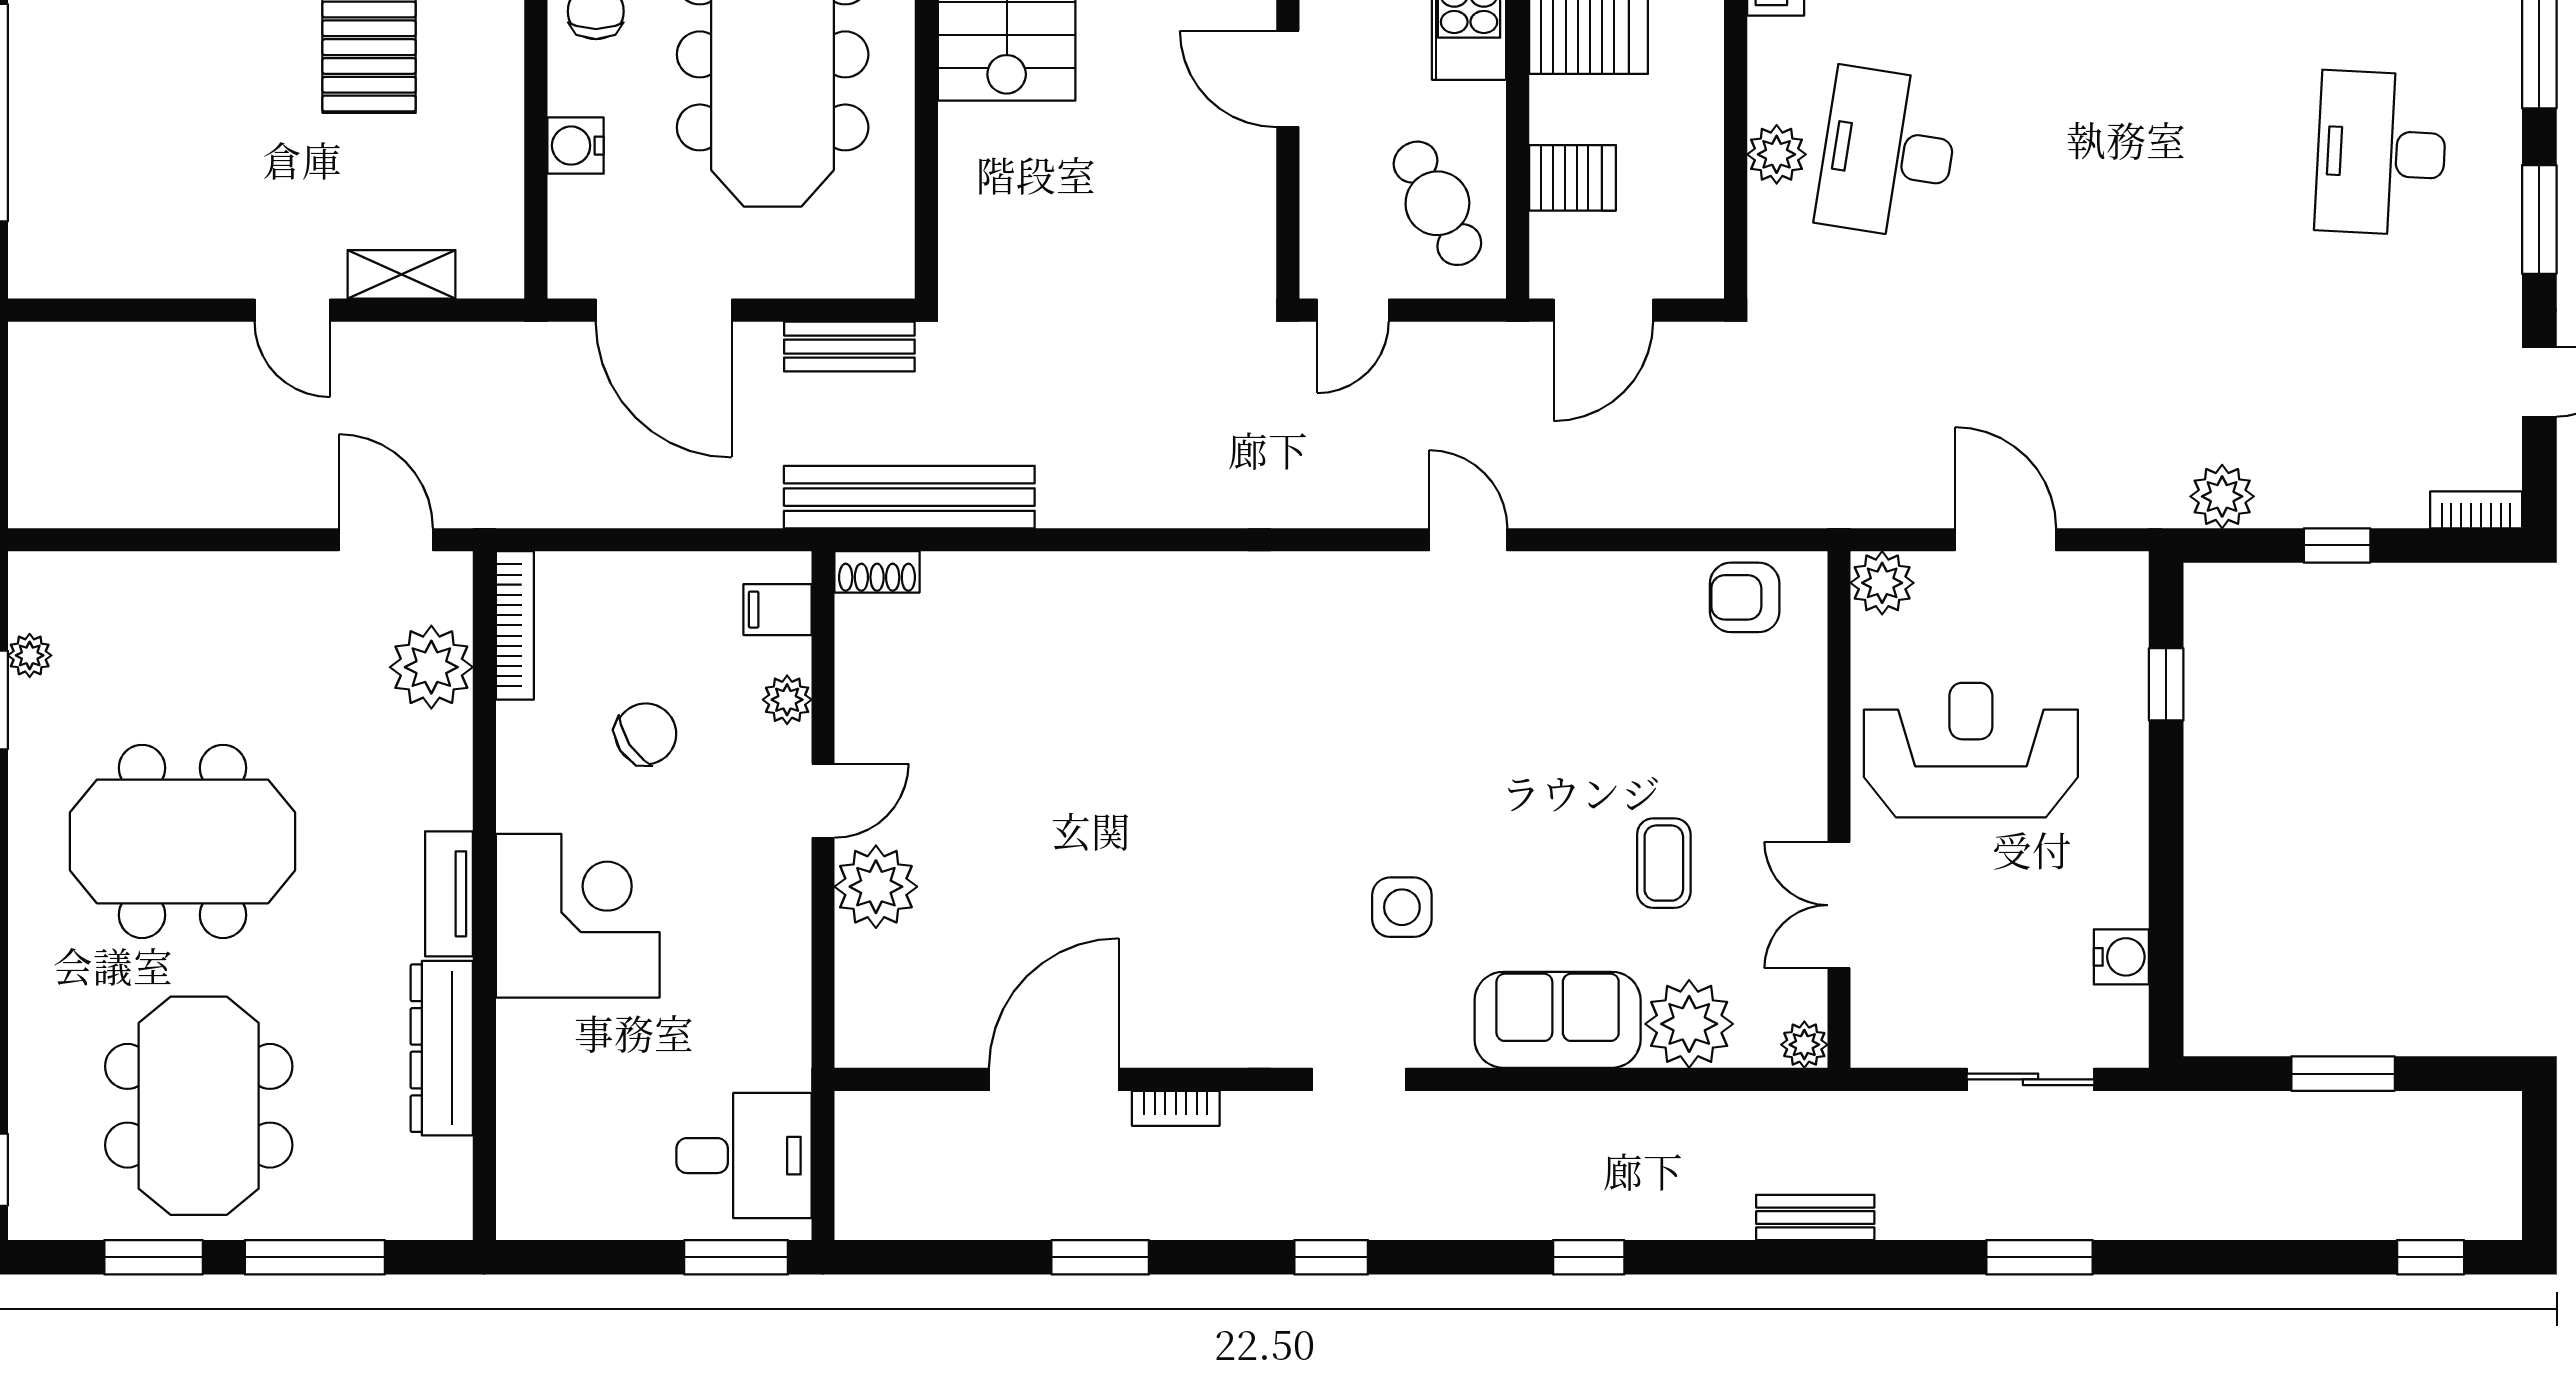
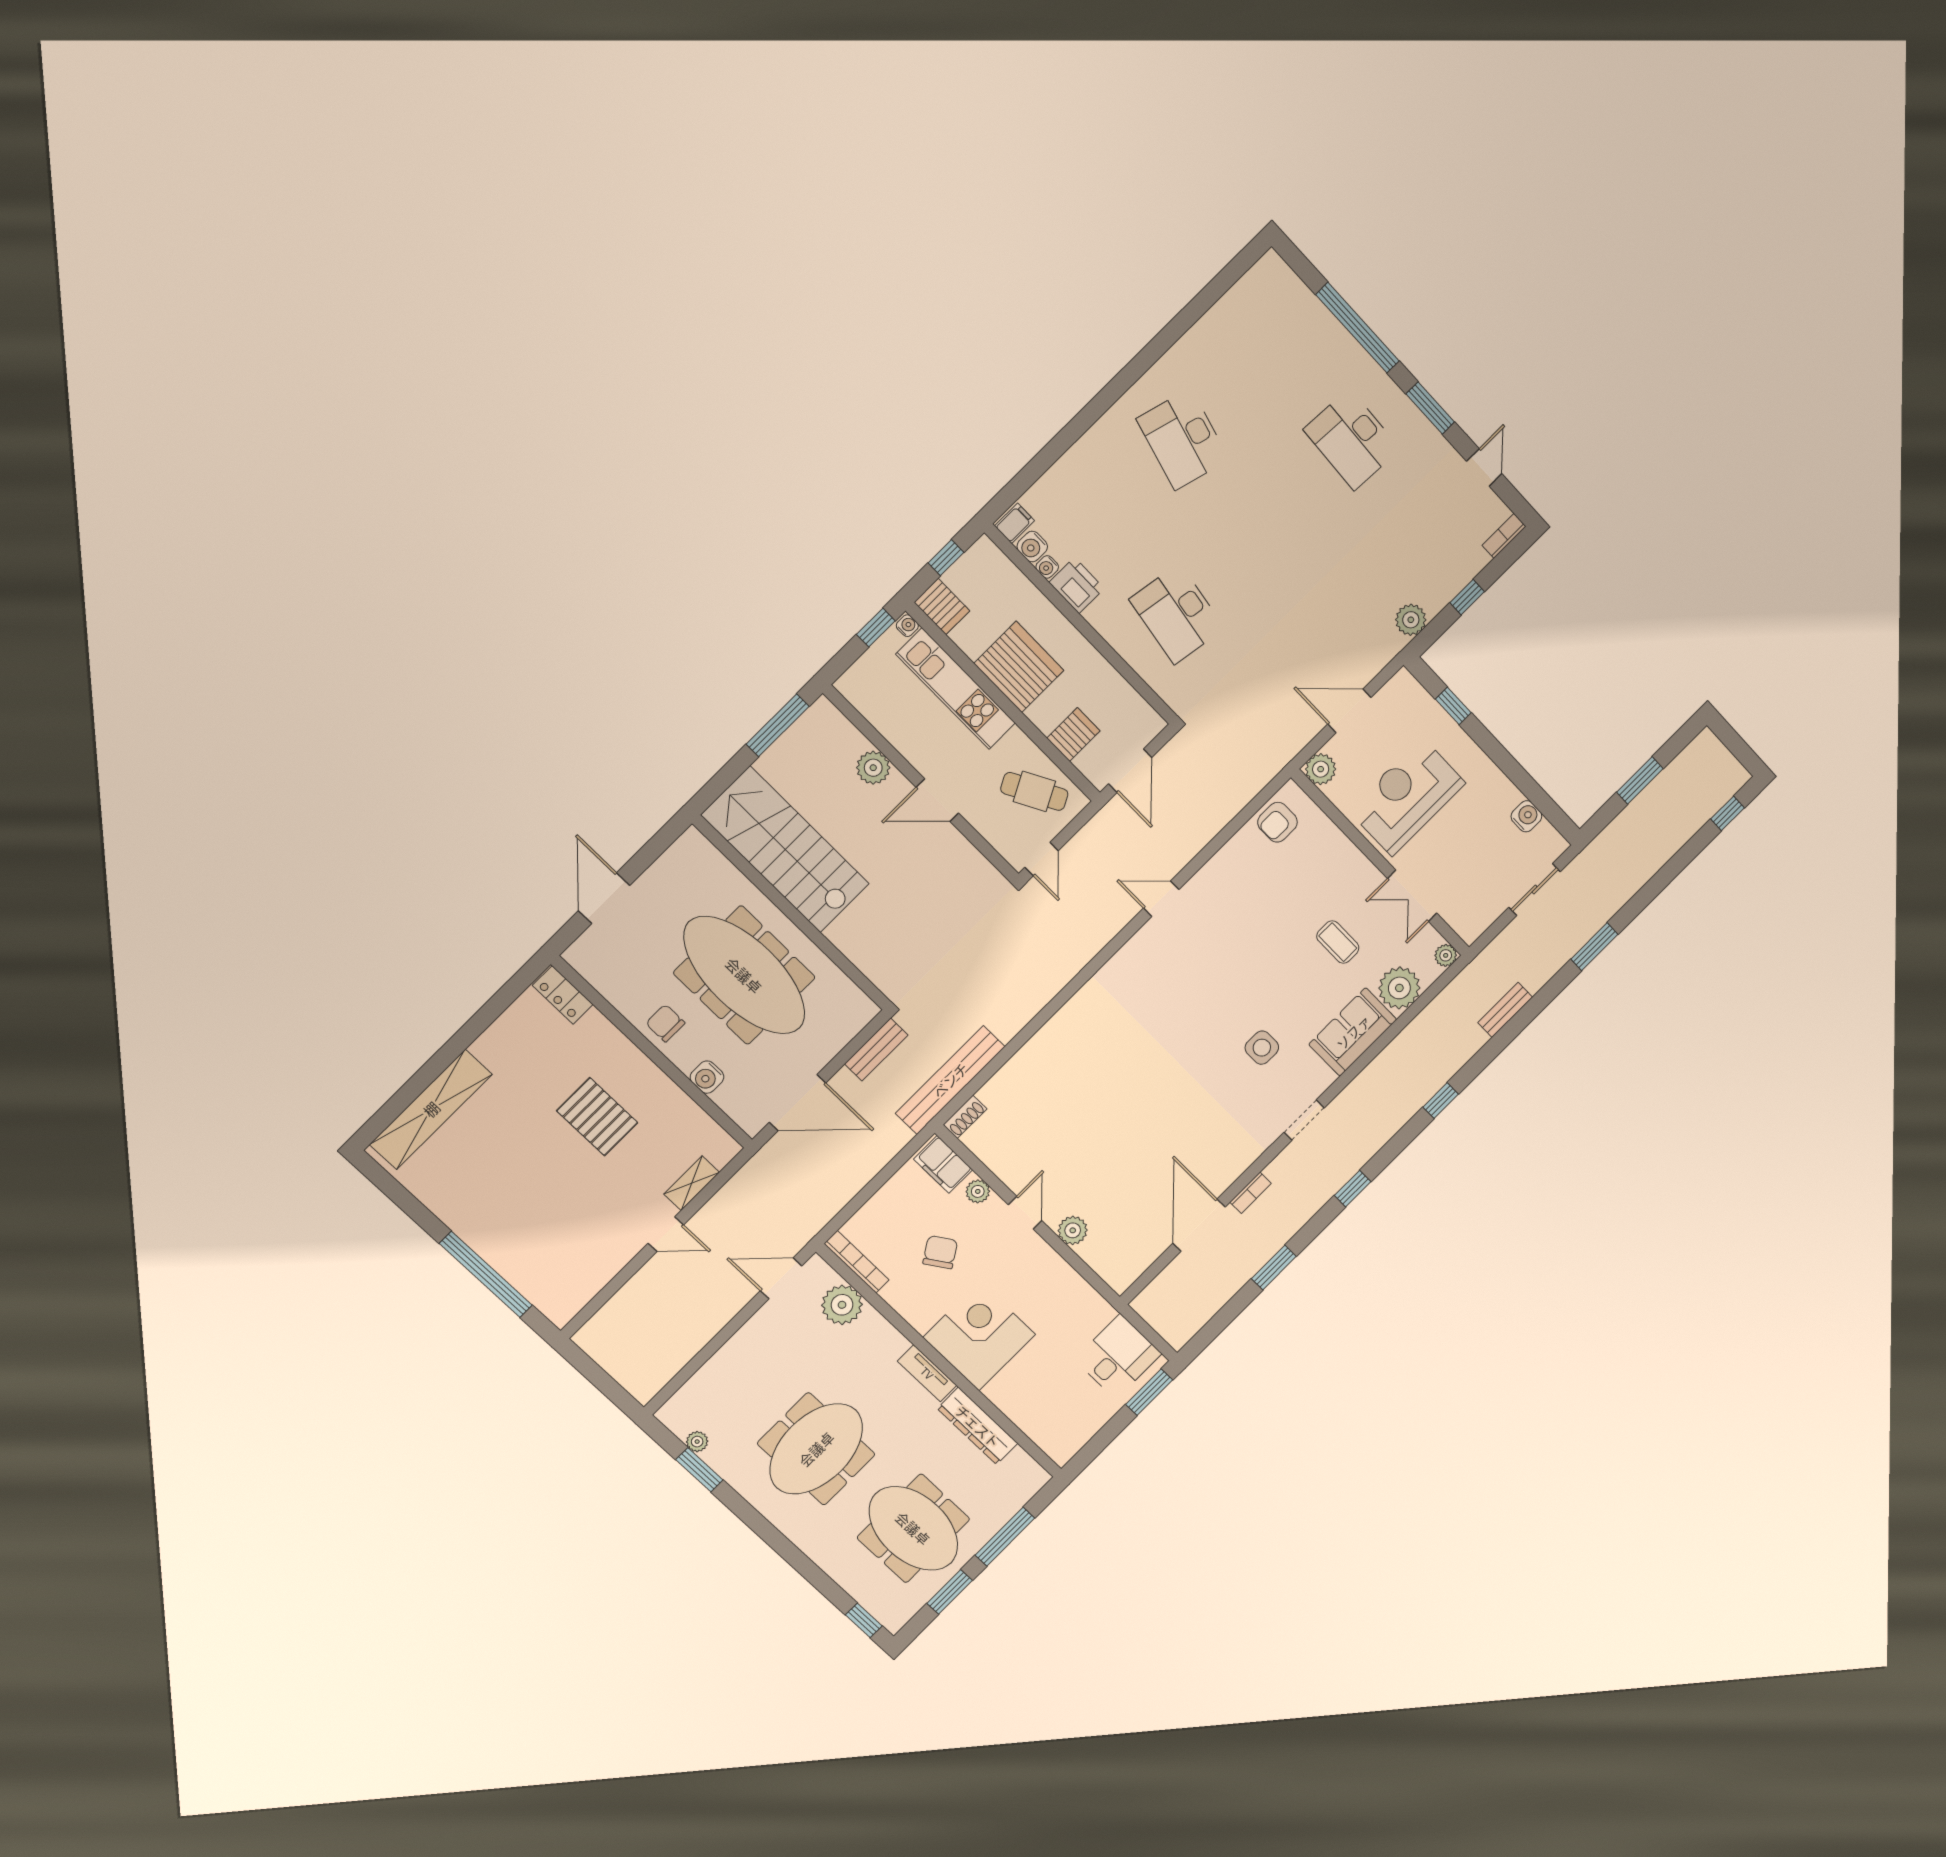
plant: (1777, 154) -> (1138, 654), removed
filing cabinet: (777, 610) -> (943, 1164), width x2.00
plant: (876, 887) -> (1073, 1230), width x0.73, depth x0.73

